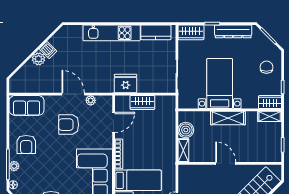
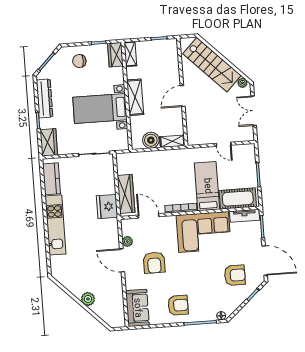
dishwasher: (48, 50) -> (78, 290), removed
door: (73, 94) -> (122, 260), hinge flipped
wardrobe: (142, 102) -> (126, 194), width x1.50
plant: (14, 166) -> (202, 316), removed

